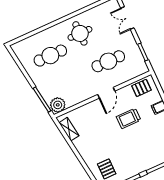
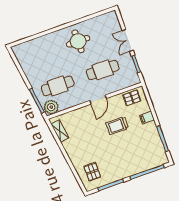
double door: (127, 18) -> (128, 40), moved
cafe table: (50, 56) -> (58, 86), moved

